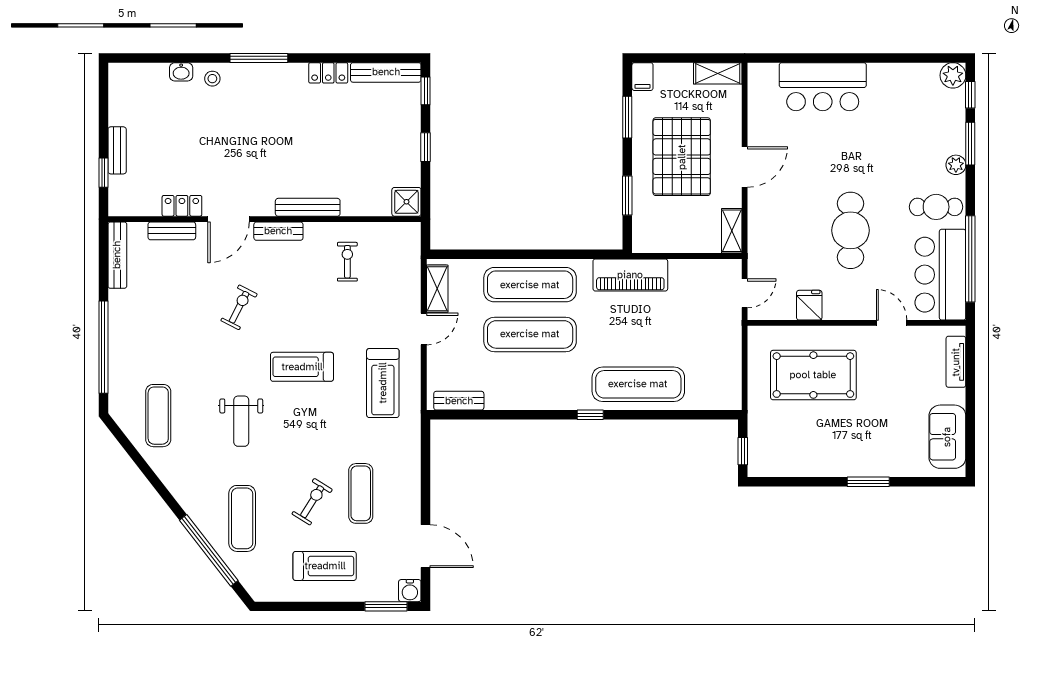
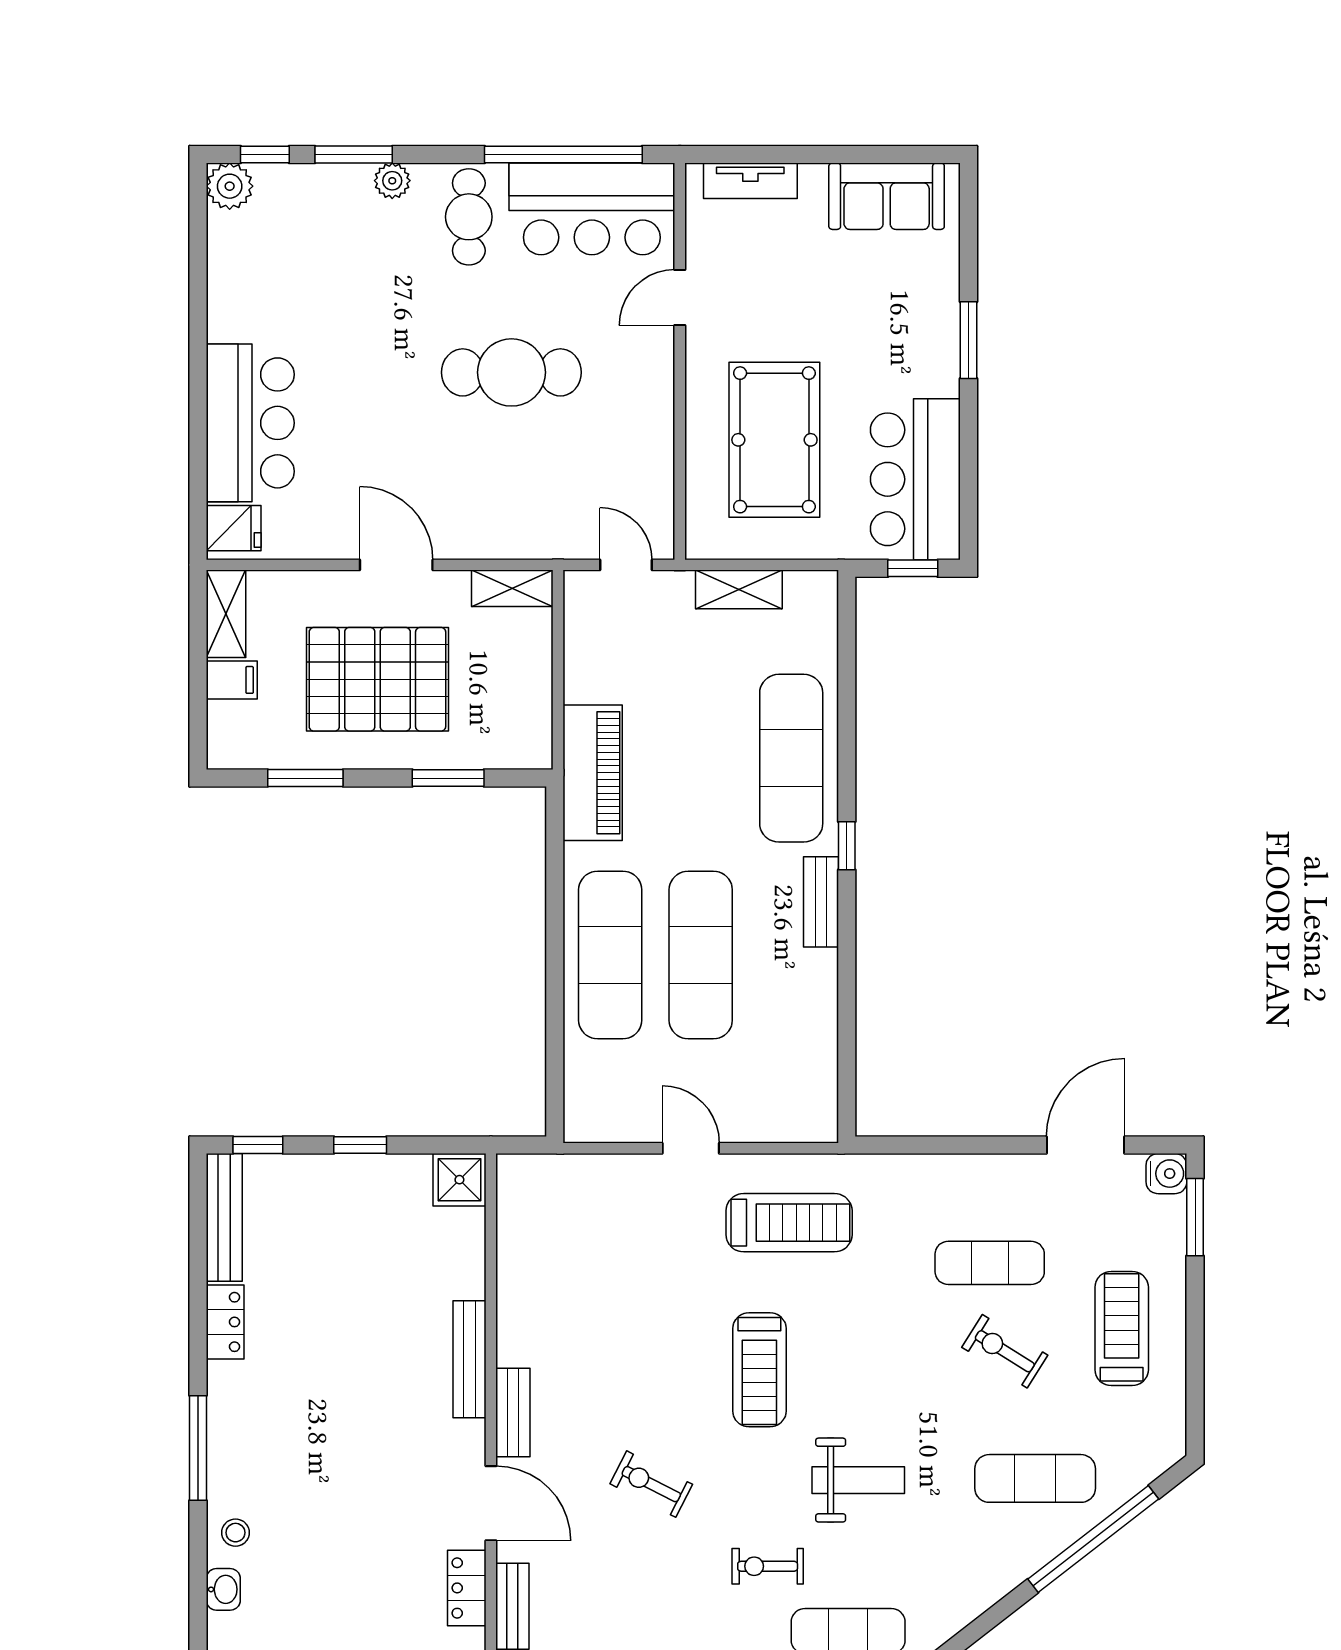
filing cabinet: (642, 77) -> (232, 680), moved
exercise bike: (347, 262) -> (768, 1566), moved
shelving: (437, 289) -> (739, 589), moved
fridge: (809, 305) -> (234, 528), moved, turned 180
bench: (459, 401) -> (821, 902), moved
bar counter: (792, 452) -> (915, 479), added

